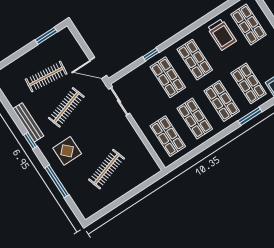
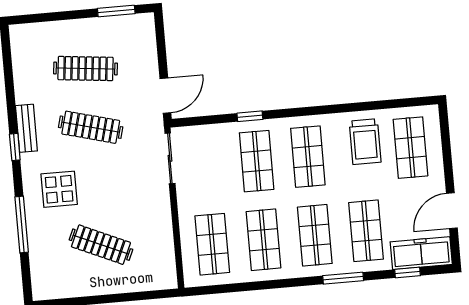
door: (98, 68) -> (165, 96), swing flipped
clothes rail: (66, 107) -> (91, 127), turned 33
bench: (28, 122) -> (26, 128), width x0.73
clothes rail: (106, 169) -> (101, 245), turned 42

